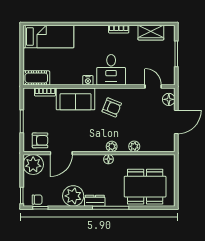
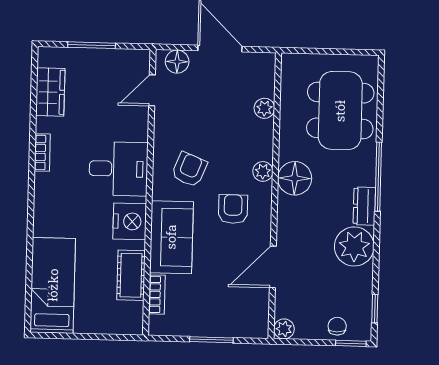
cot: (36, 78) -> (131, 275), moved
nightstand: (88, 80) -> (130, 221), width x1.89, depth x1.79
armchair: (40, 140) -> (233, 209), moved
plant: (134, 146) -> (264, 108), moved
door: (61, 153) -> (273, 267), swing flipped
floor lamp: (108, 159) -> (295, 178), width x1.89, depth x1.89
plant: (33, 165) -> (284, 329), width x0.53, depth x0.53
chair: (37, 200) -> (337, 326), moved

